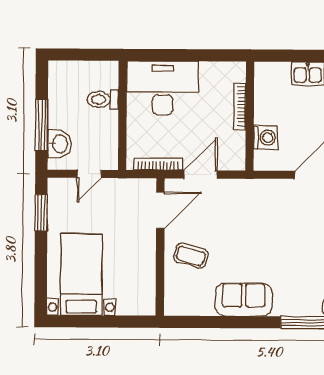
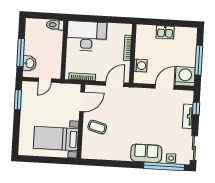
toilet: (103, 99) -> (55, 25), moved
door: (201, 174) -> (115, 84), moved
bed with nightstands: (81, 274) -> (56, 138), moved, turned -90
sofa: (244, 300) -> (146, 153), moved

